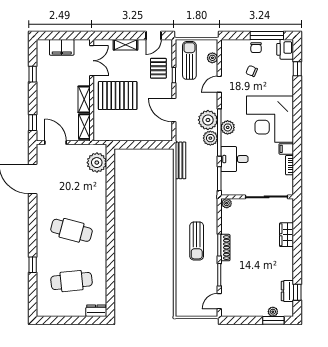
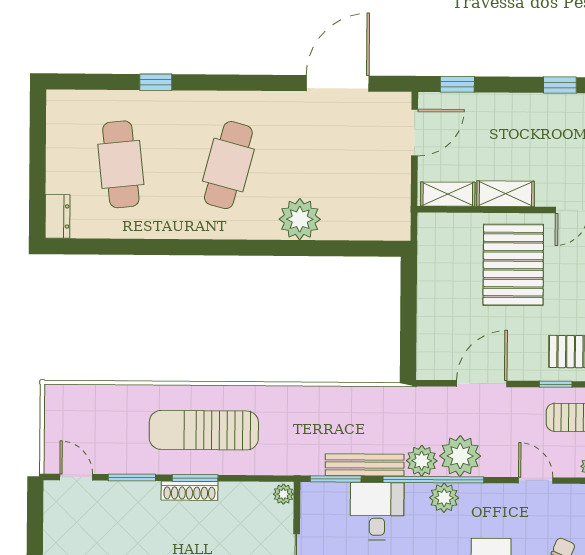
bench: (180, 160) -> (365, 465), moved
plant: (97, 163) -> (300, 219), moved
sun lounger: (197, 241) -> (204, 430), width x1.36, depth x1.34

